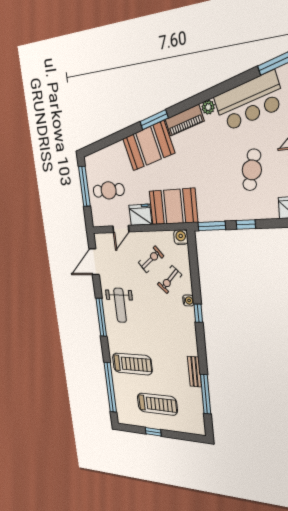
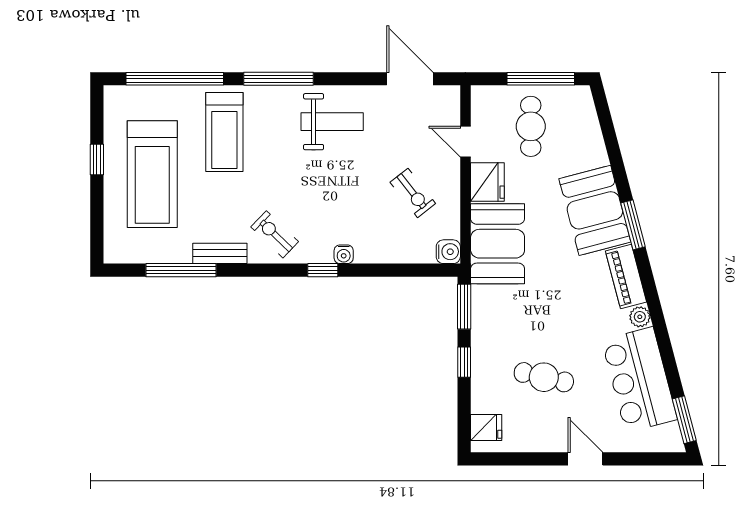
exercise bike: (169, 280) -> (275, 234), moved
weight bench: (120, 305) -> (332, 122), turned 180
window: (101, 317) -> (279, 79), moved
treadmill: (157, 404) -> (152, 174), width x1.37, depth x1.38

